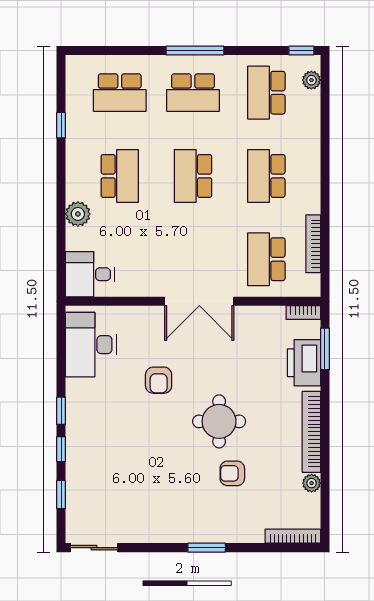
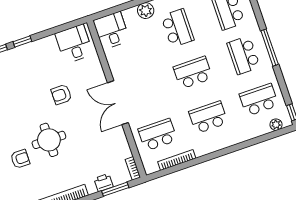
school desk: (120, 176) -> (178, 28), turned -90
desk: (91, 345) -> (74, 44), width x0.73
printer: (304, 363) -> (104, 183), width x0.53, depth x0.68
armchair: (232, 473) -> (20, 159), turned 90

